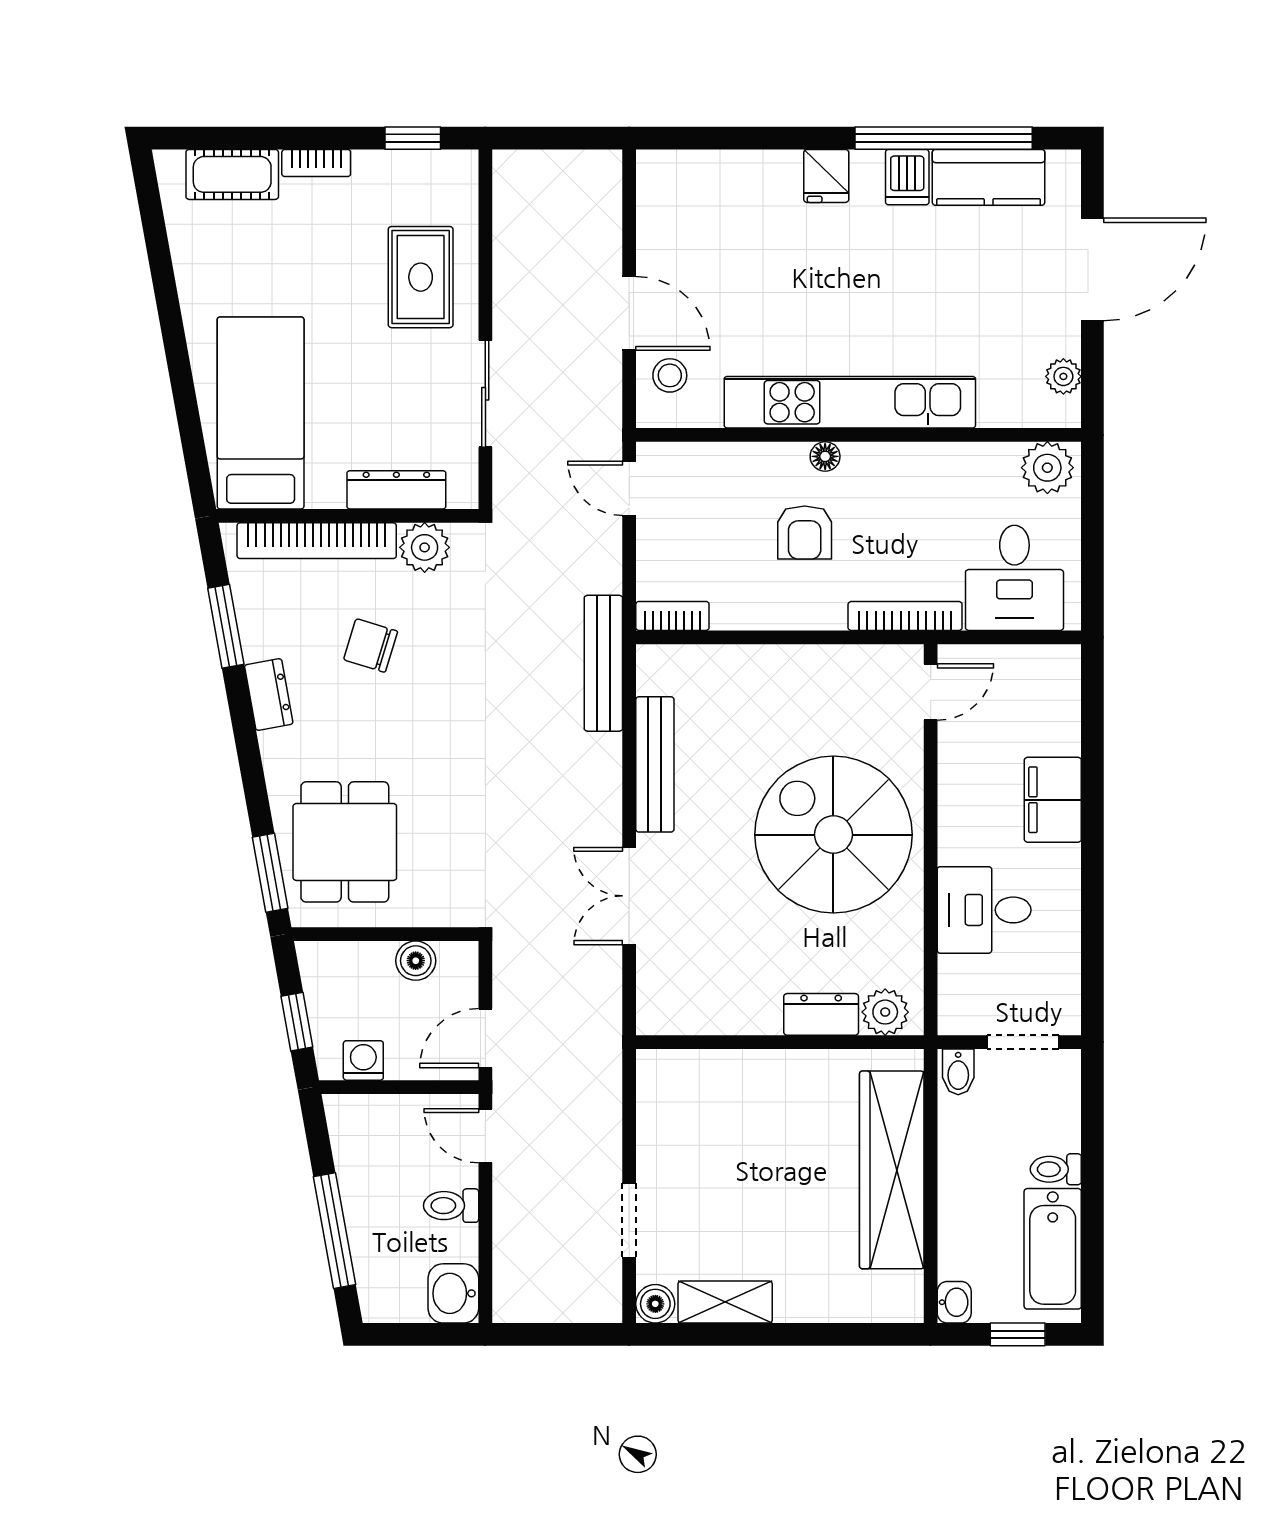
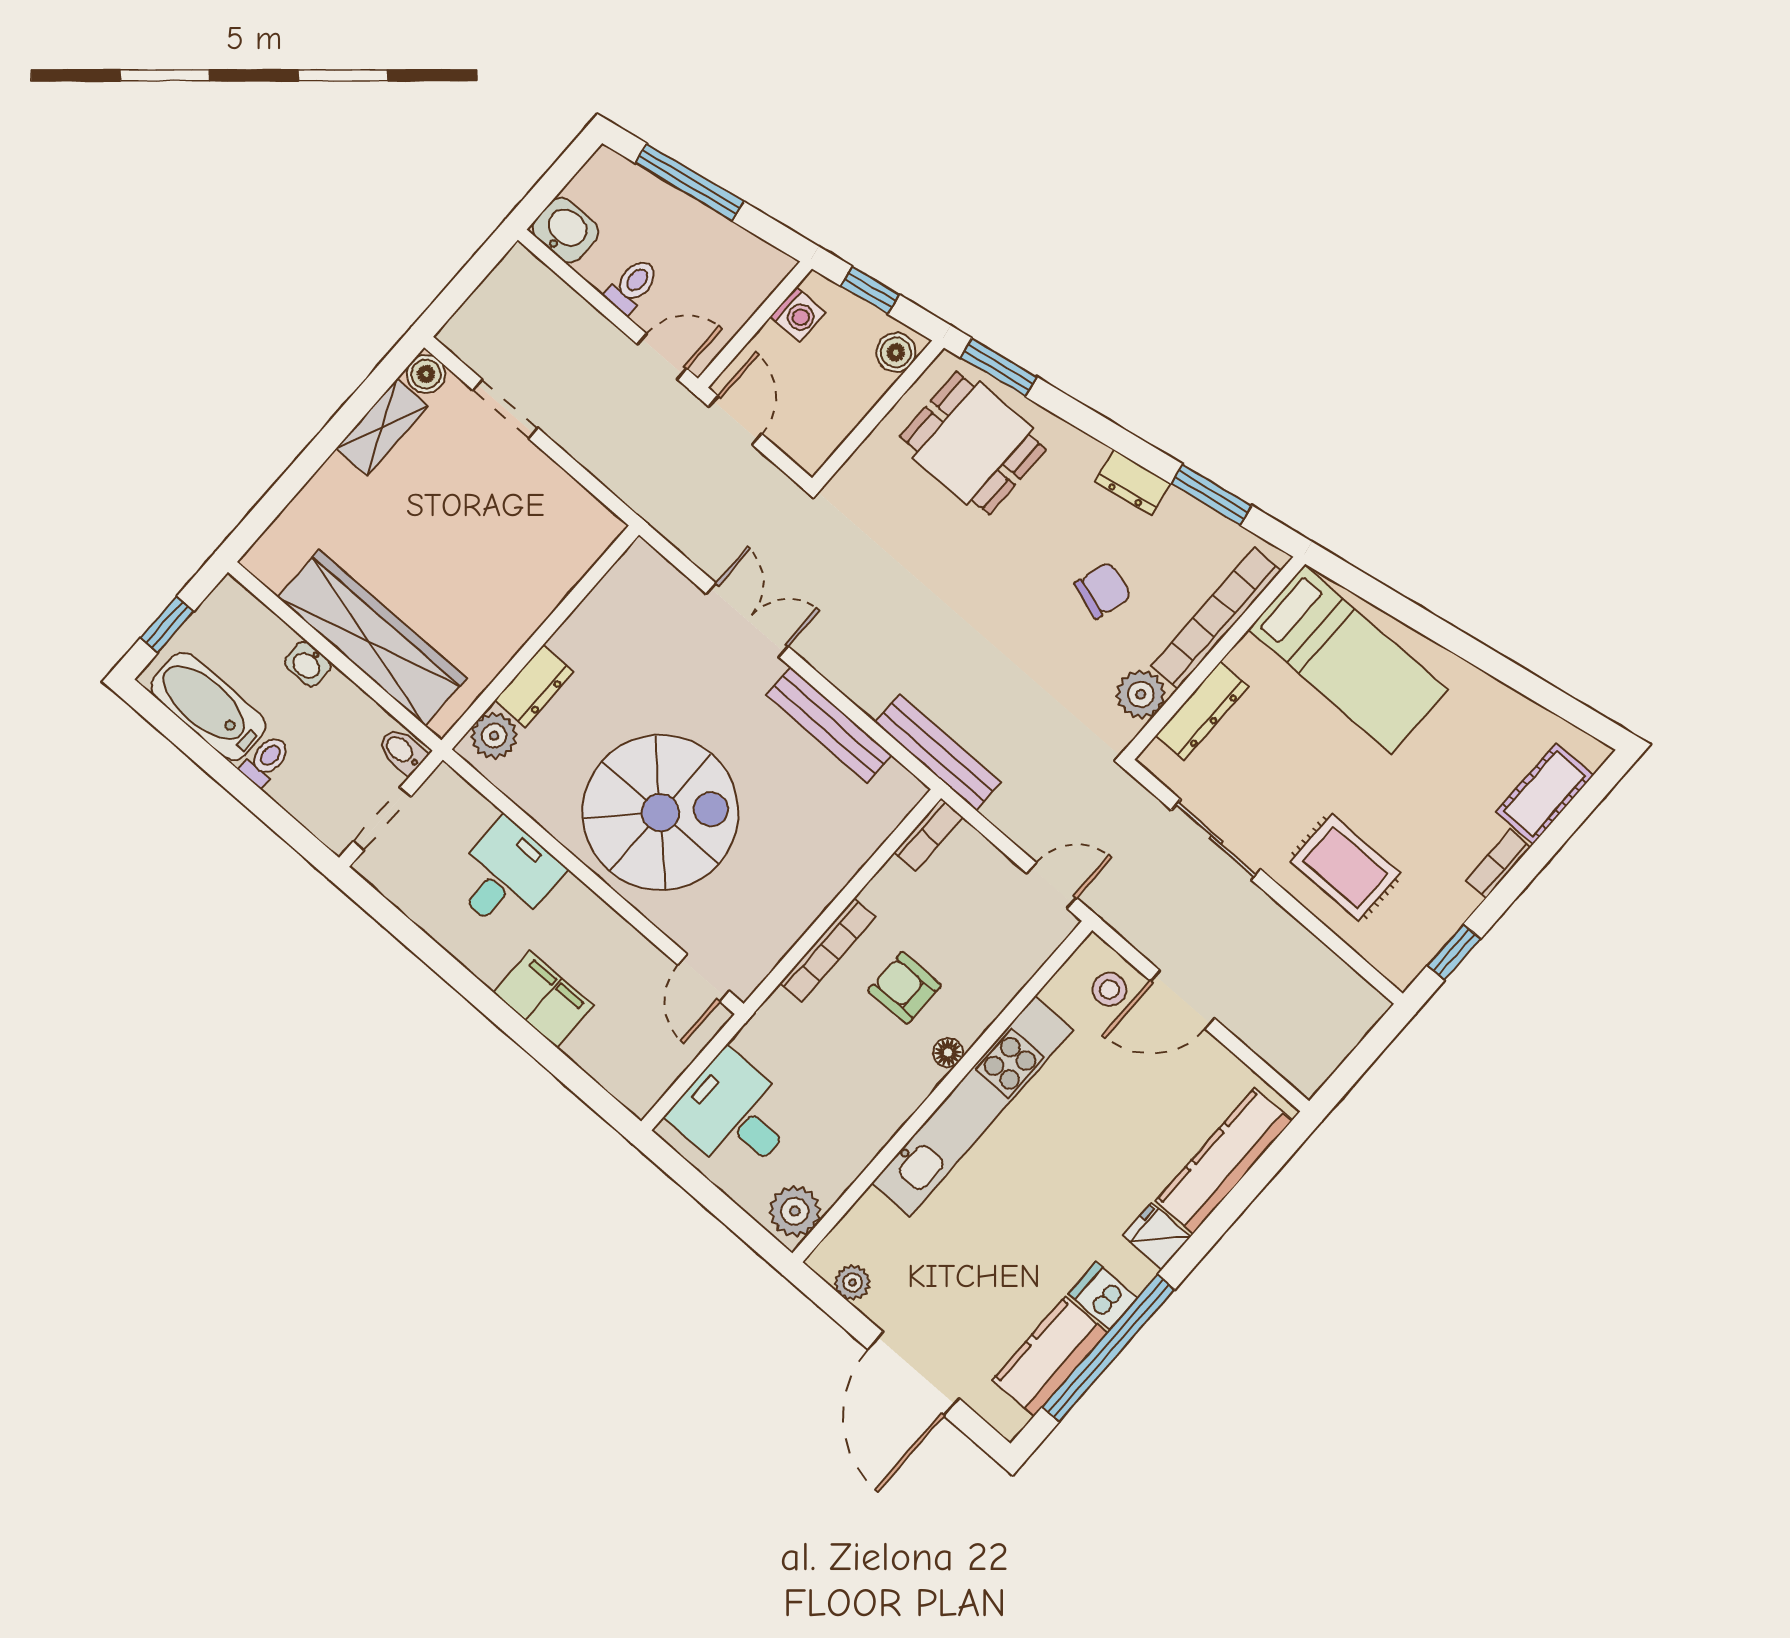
kitchen counter: (724, 175) -> (1224, 1161), added
bookcase: (905, 616) -> (828, 950), moved
boiler: (416, 961) -> (896, 352), moved
washbasin: (954, 1302) -> (308, 664), moved

